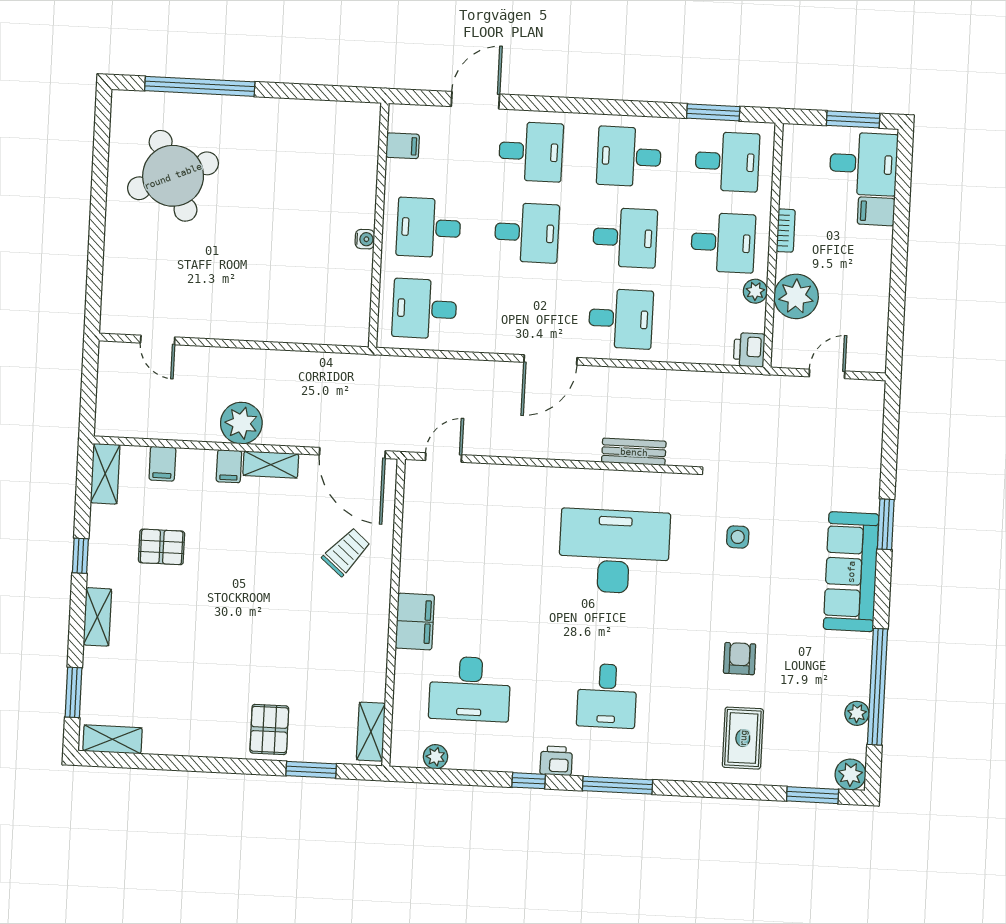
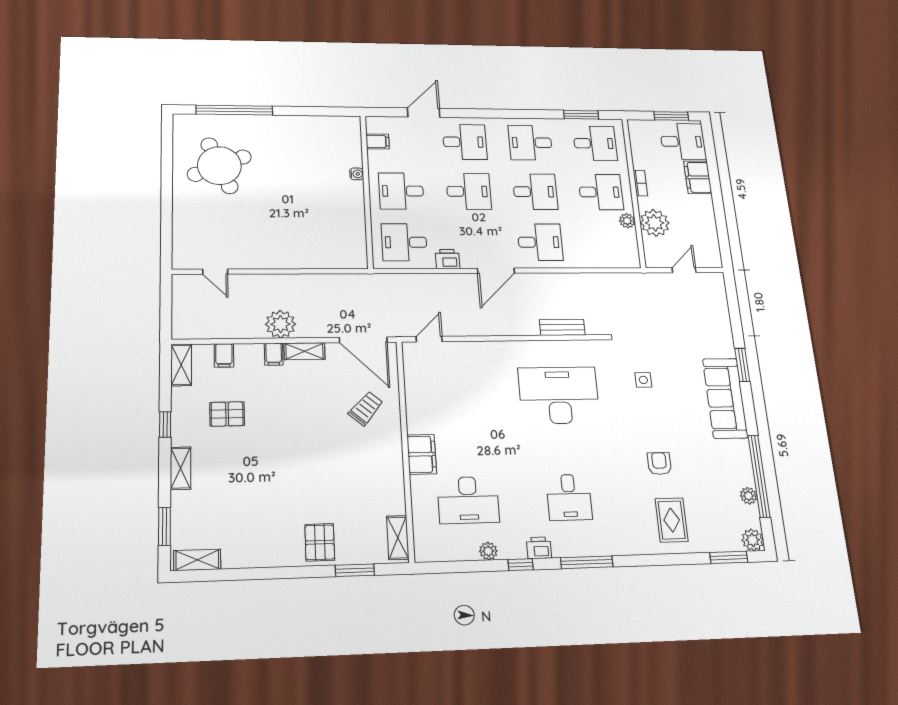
filing cabinet: (876, 211) -> (698, 177), width x2.00
water cooler: (365, 239) -> (357, 174), moved
printer: (749, 350) -> (447, 259), moved, turned 90
plant: (435, 757) -> (488, 551), moved

